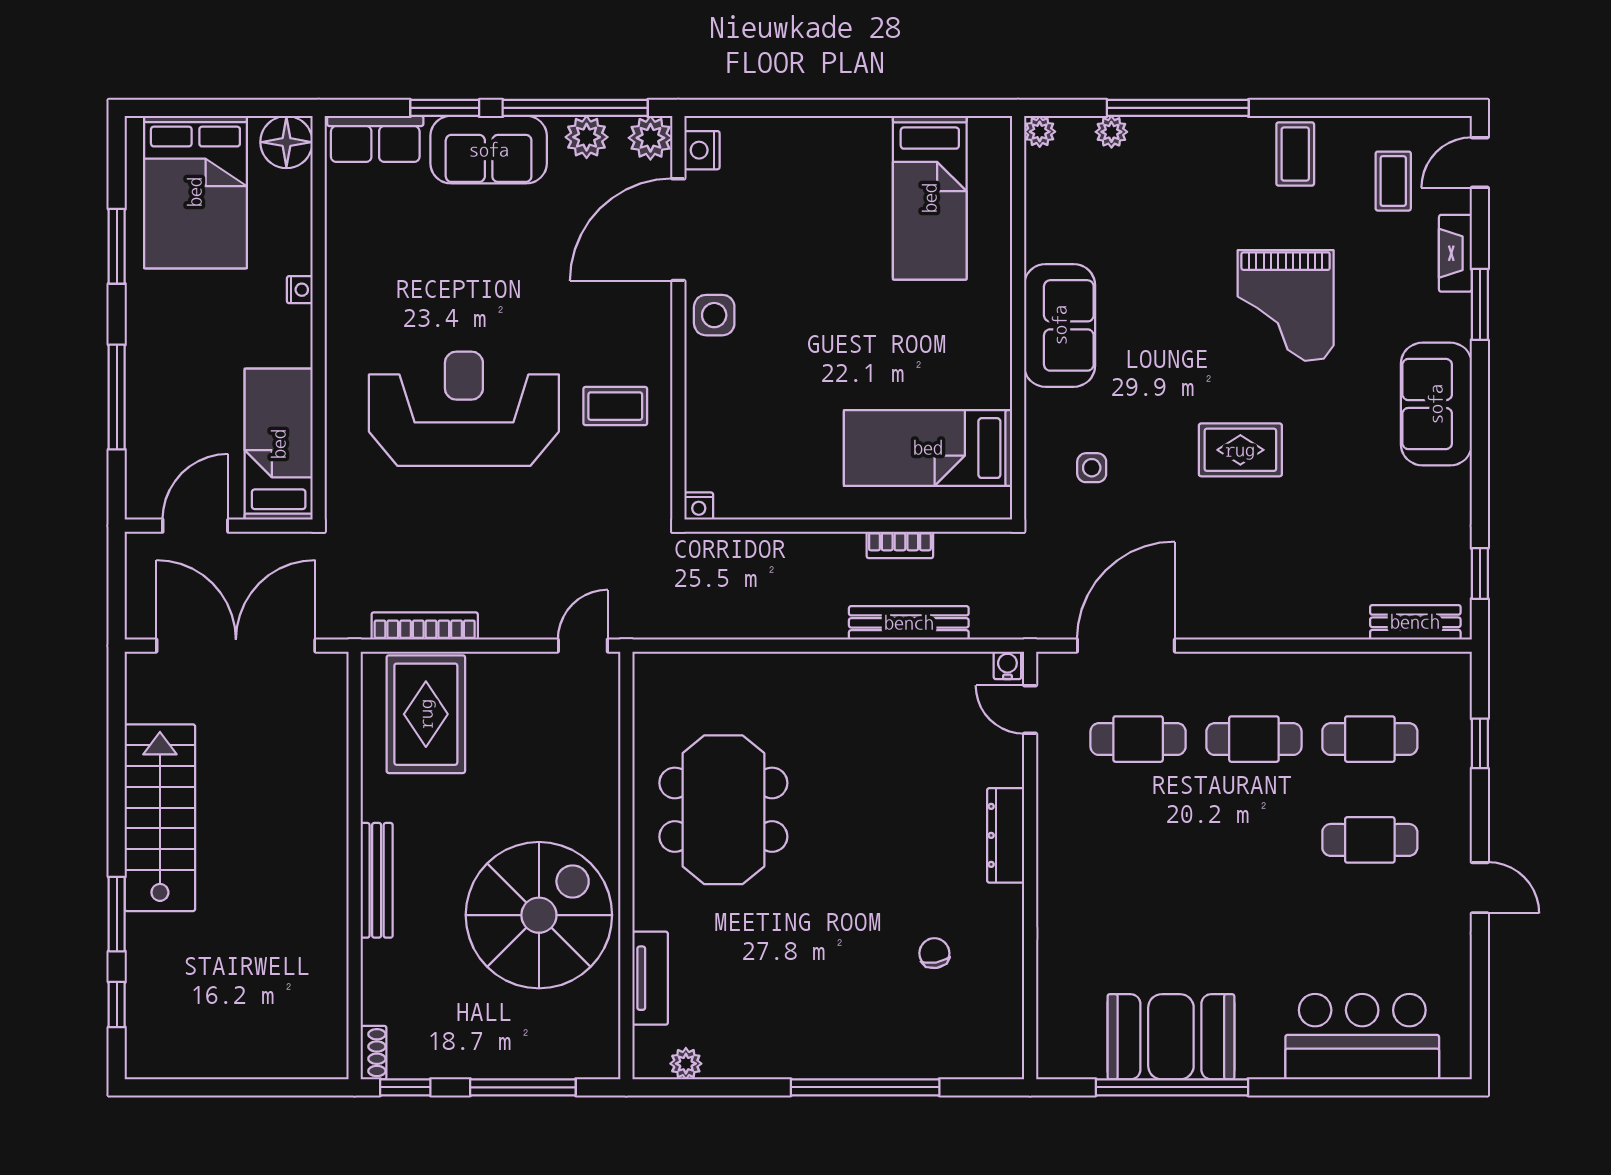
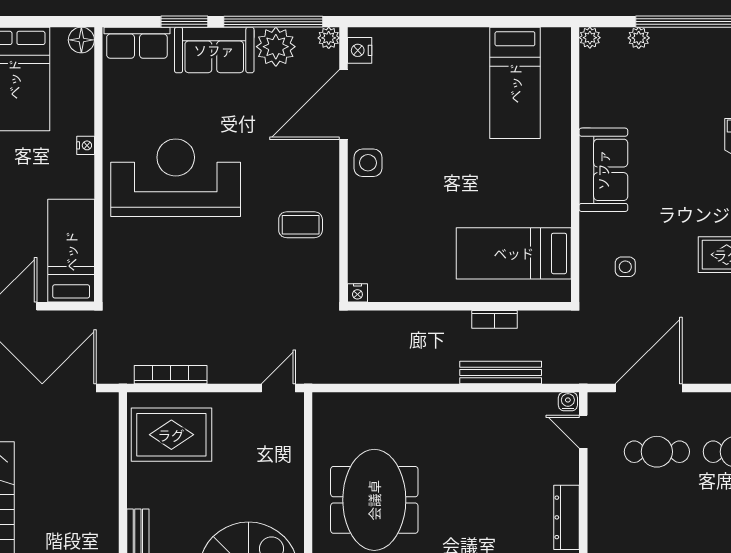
plant: (587, 137) -> (276, 47), width x1.36, depth x1.36
plant: (650, 138) -> (329, 38), width x0.73, depth x0.73
floor lamp: (286, 142) -> (81, 40), width x0.73, depth x0.73
reception desk: (464, 409) -> (176, 178), moved
rug: (426, 714) -> (171, 435), turned 90

